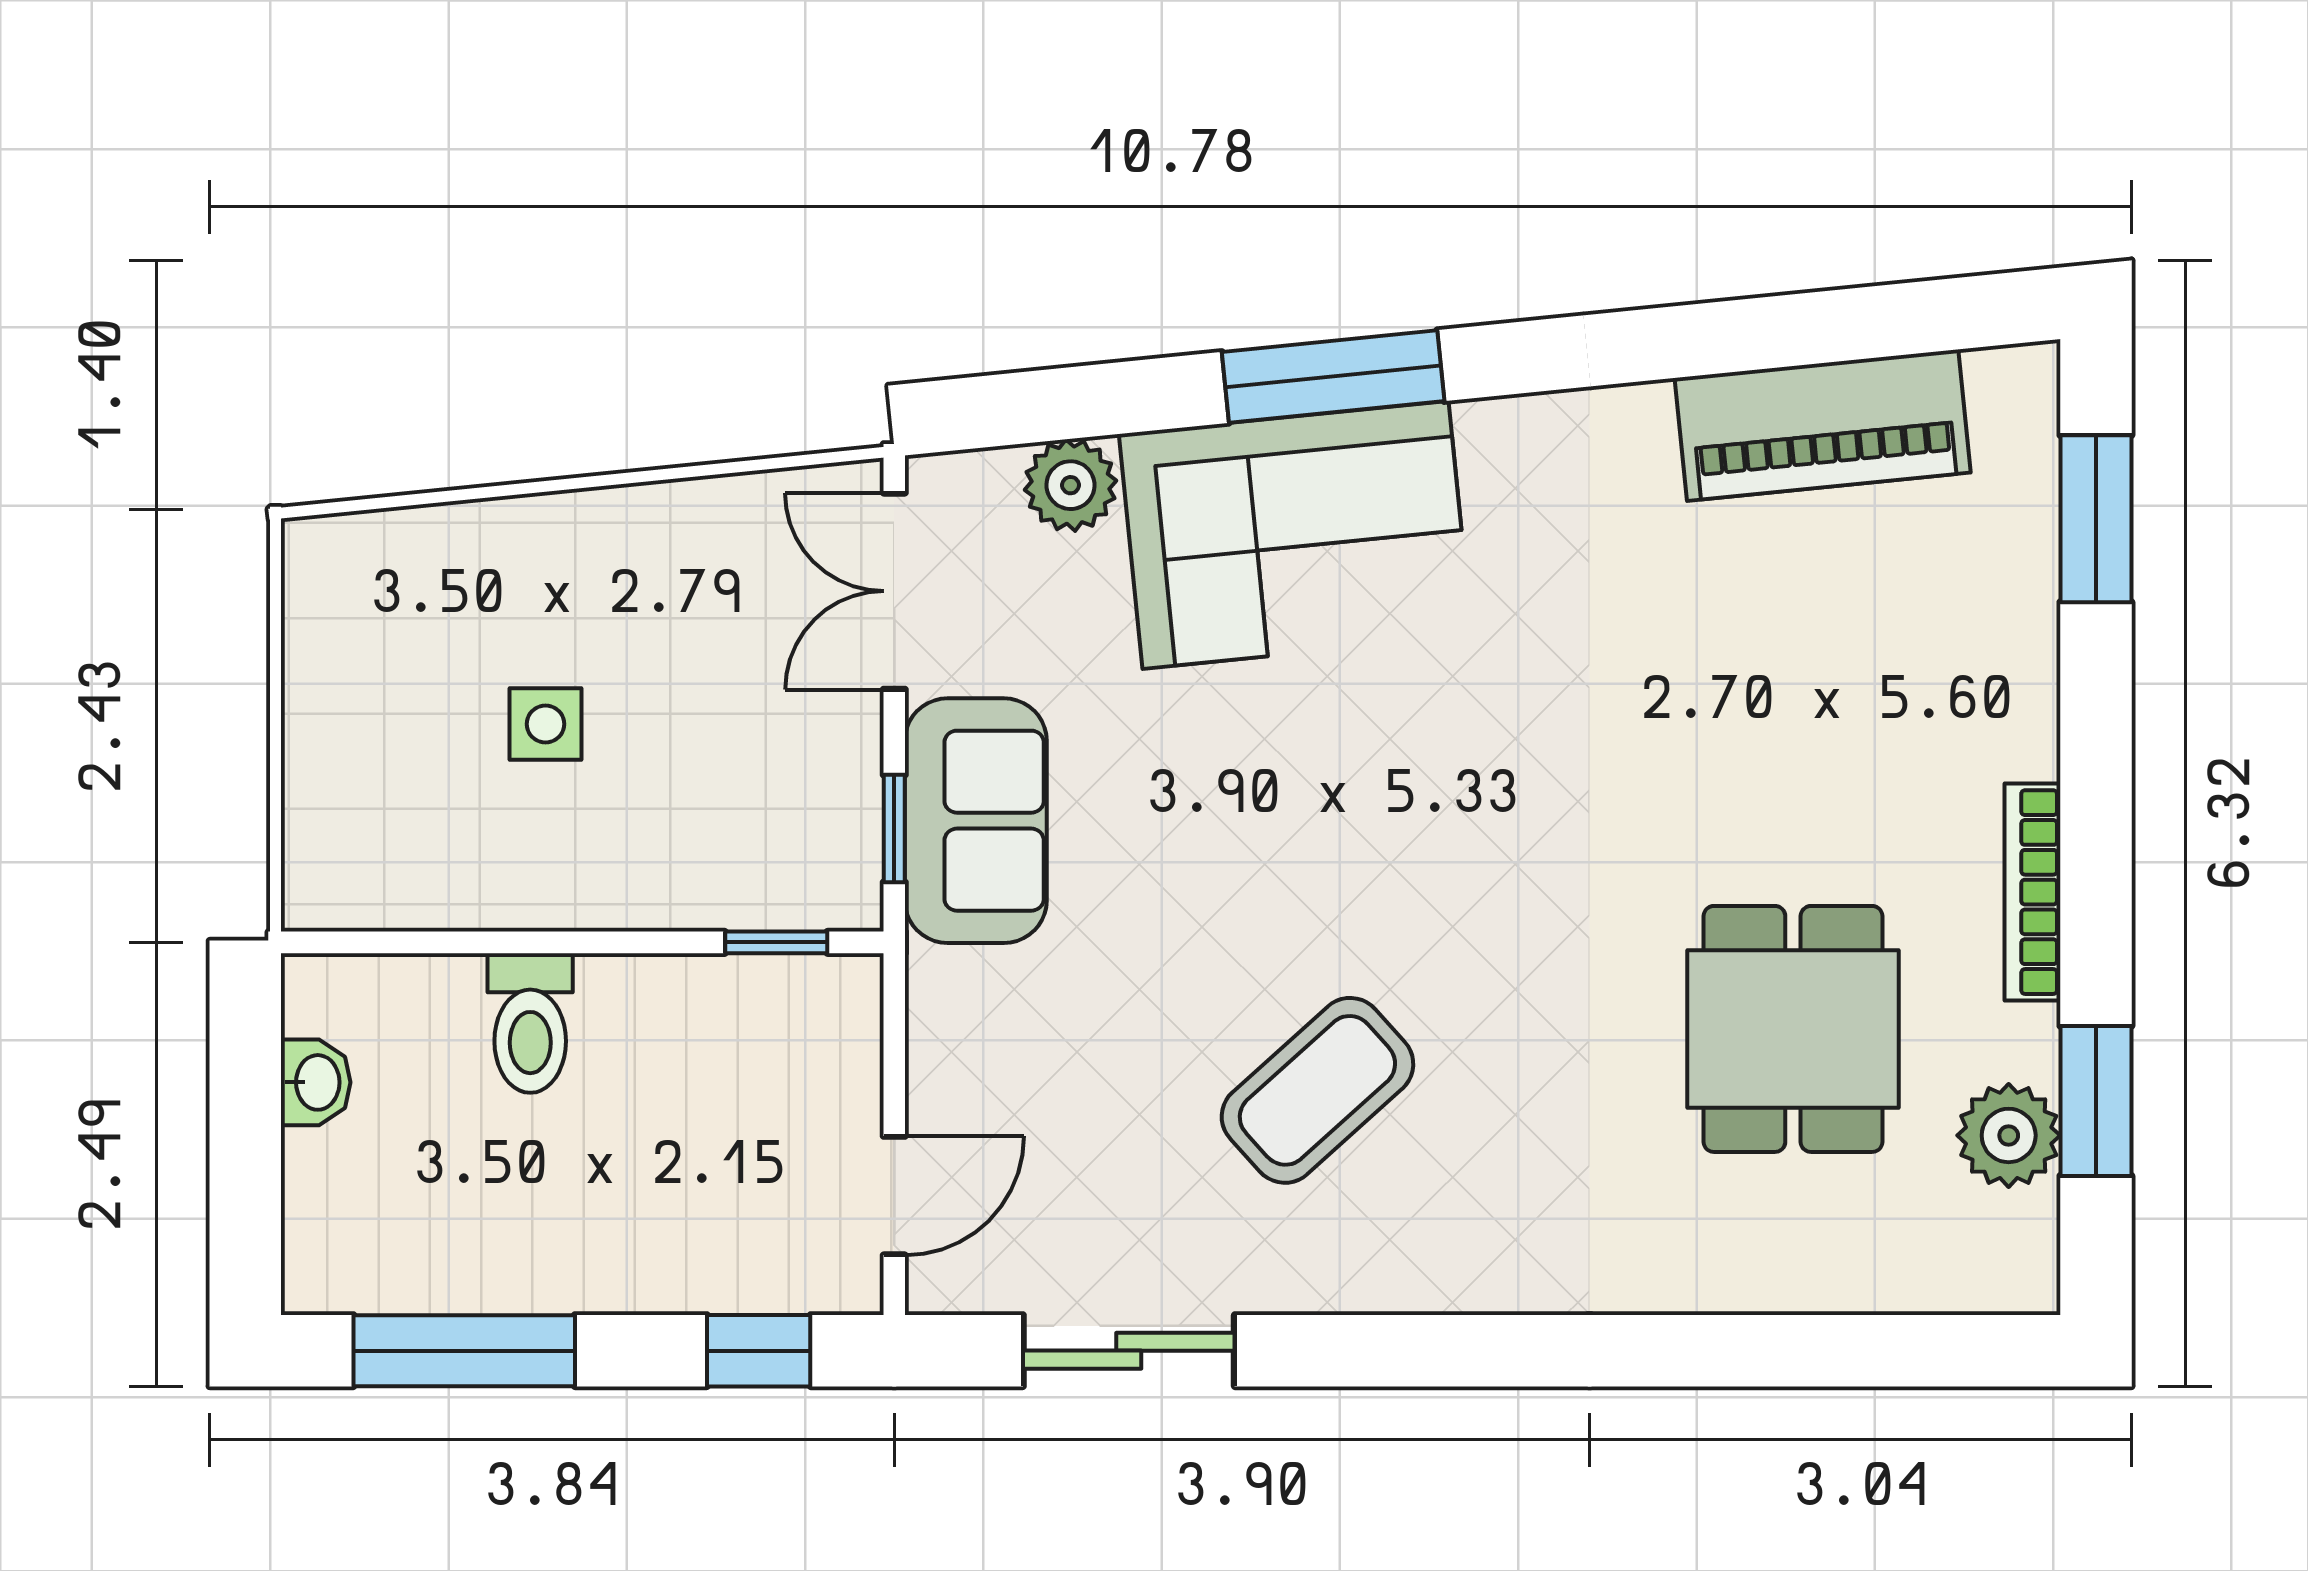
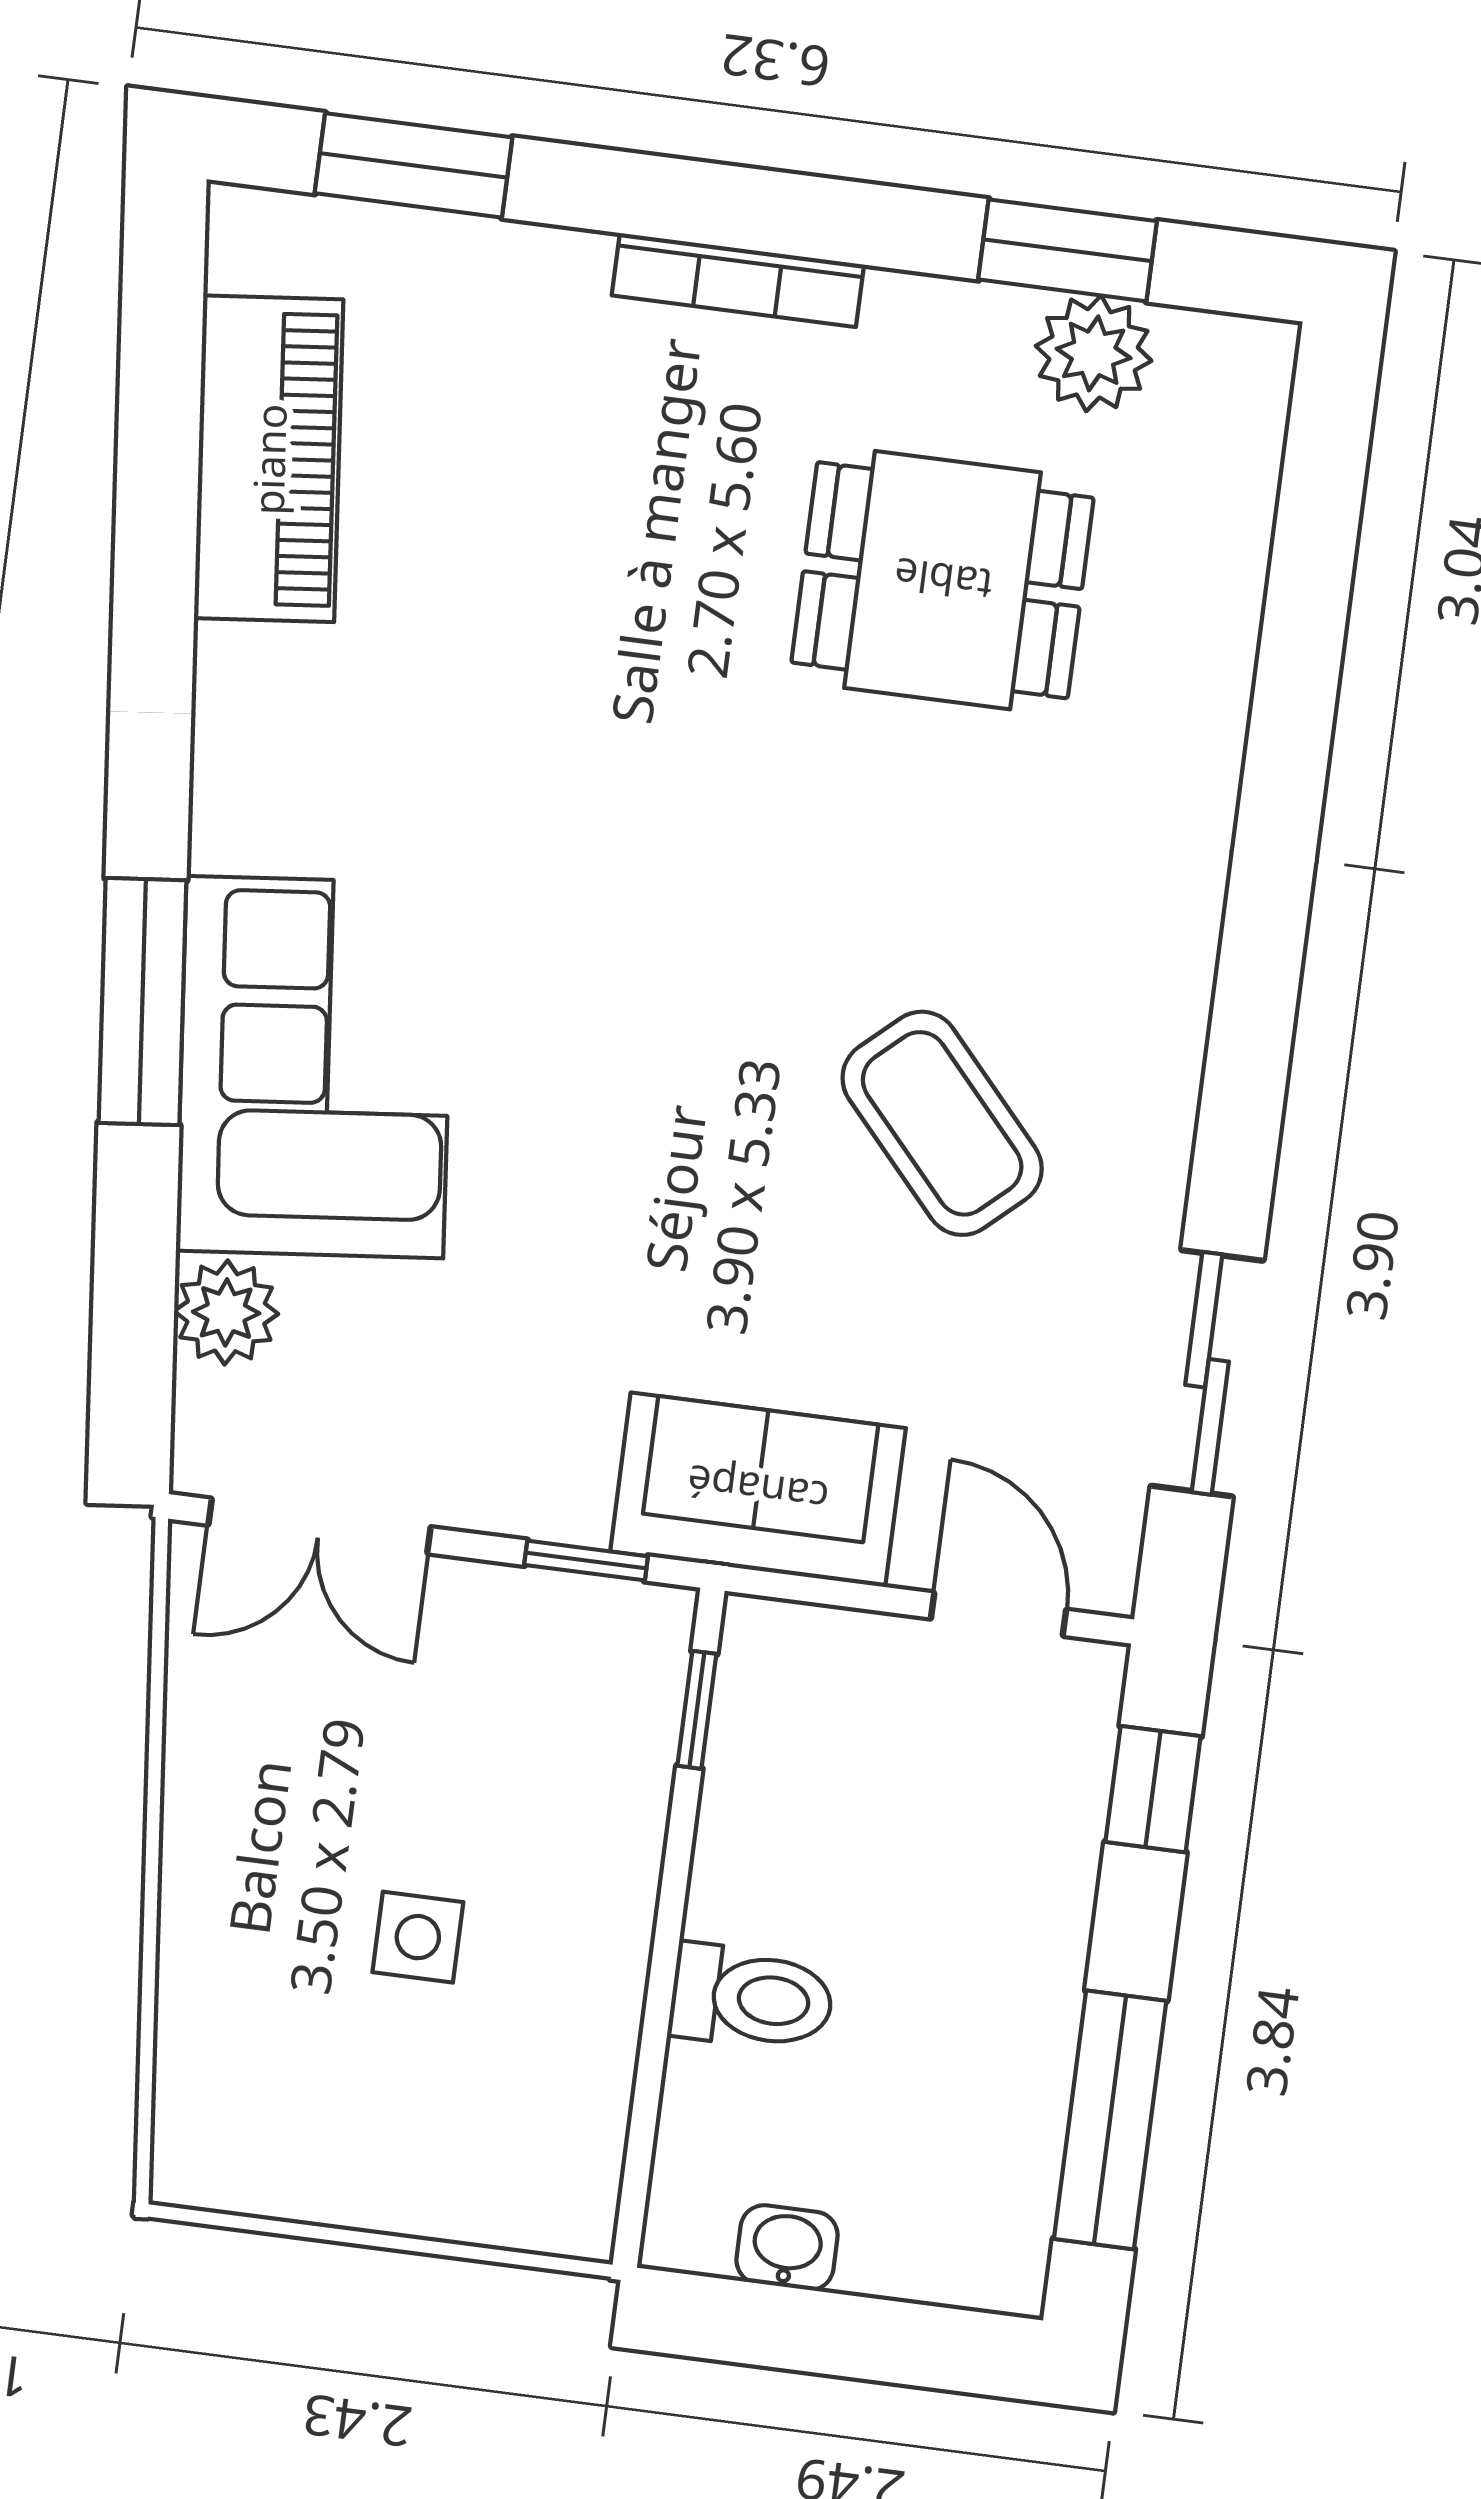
sofa: (976, 821) -> (758, 1490), moved
bookcase: (2032, 892) -> (738, 280), moved

